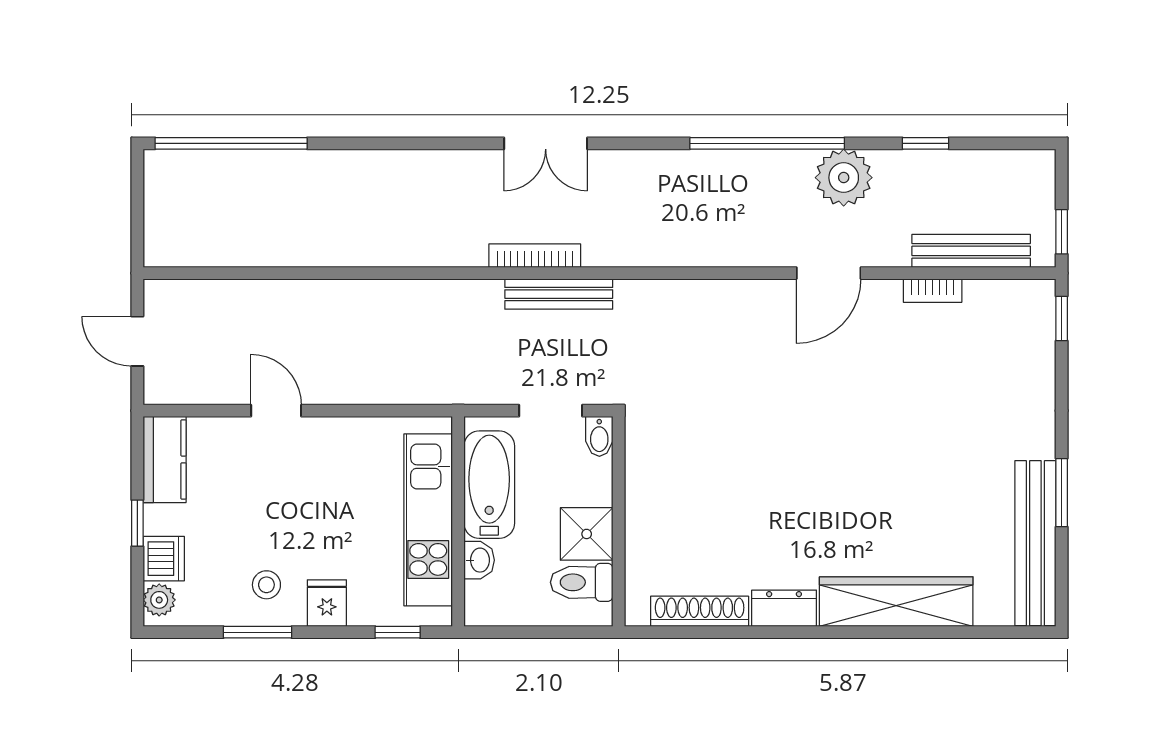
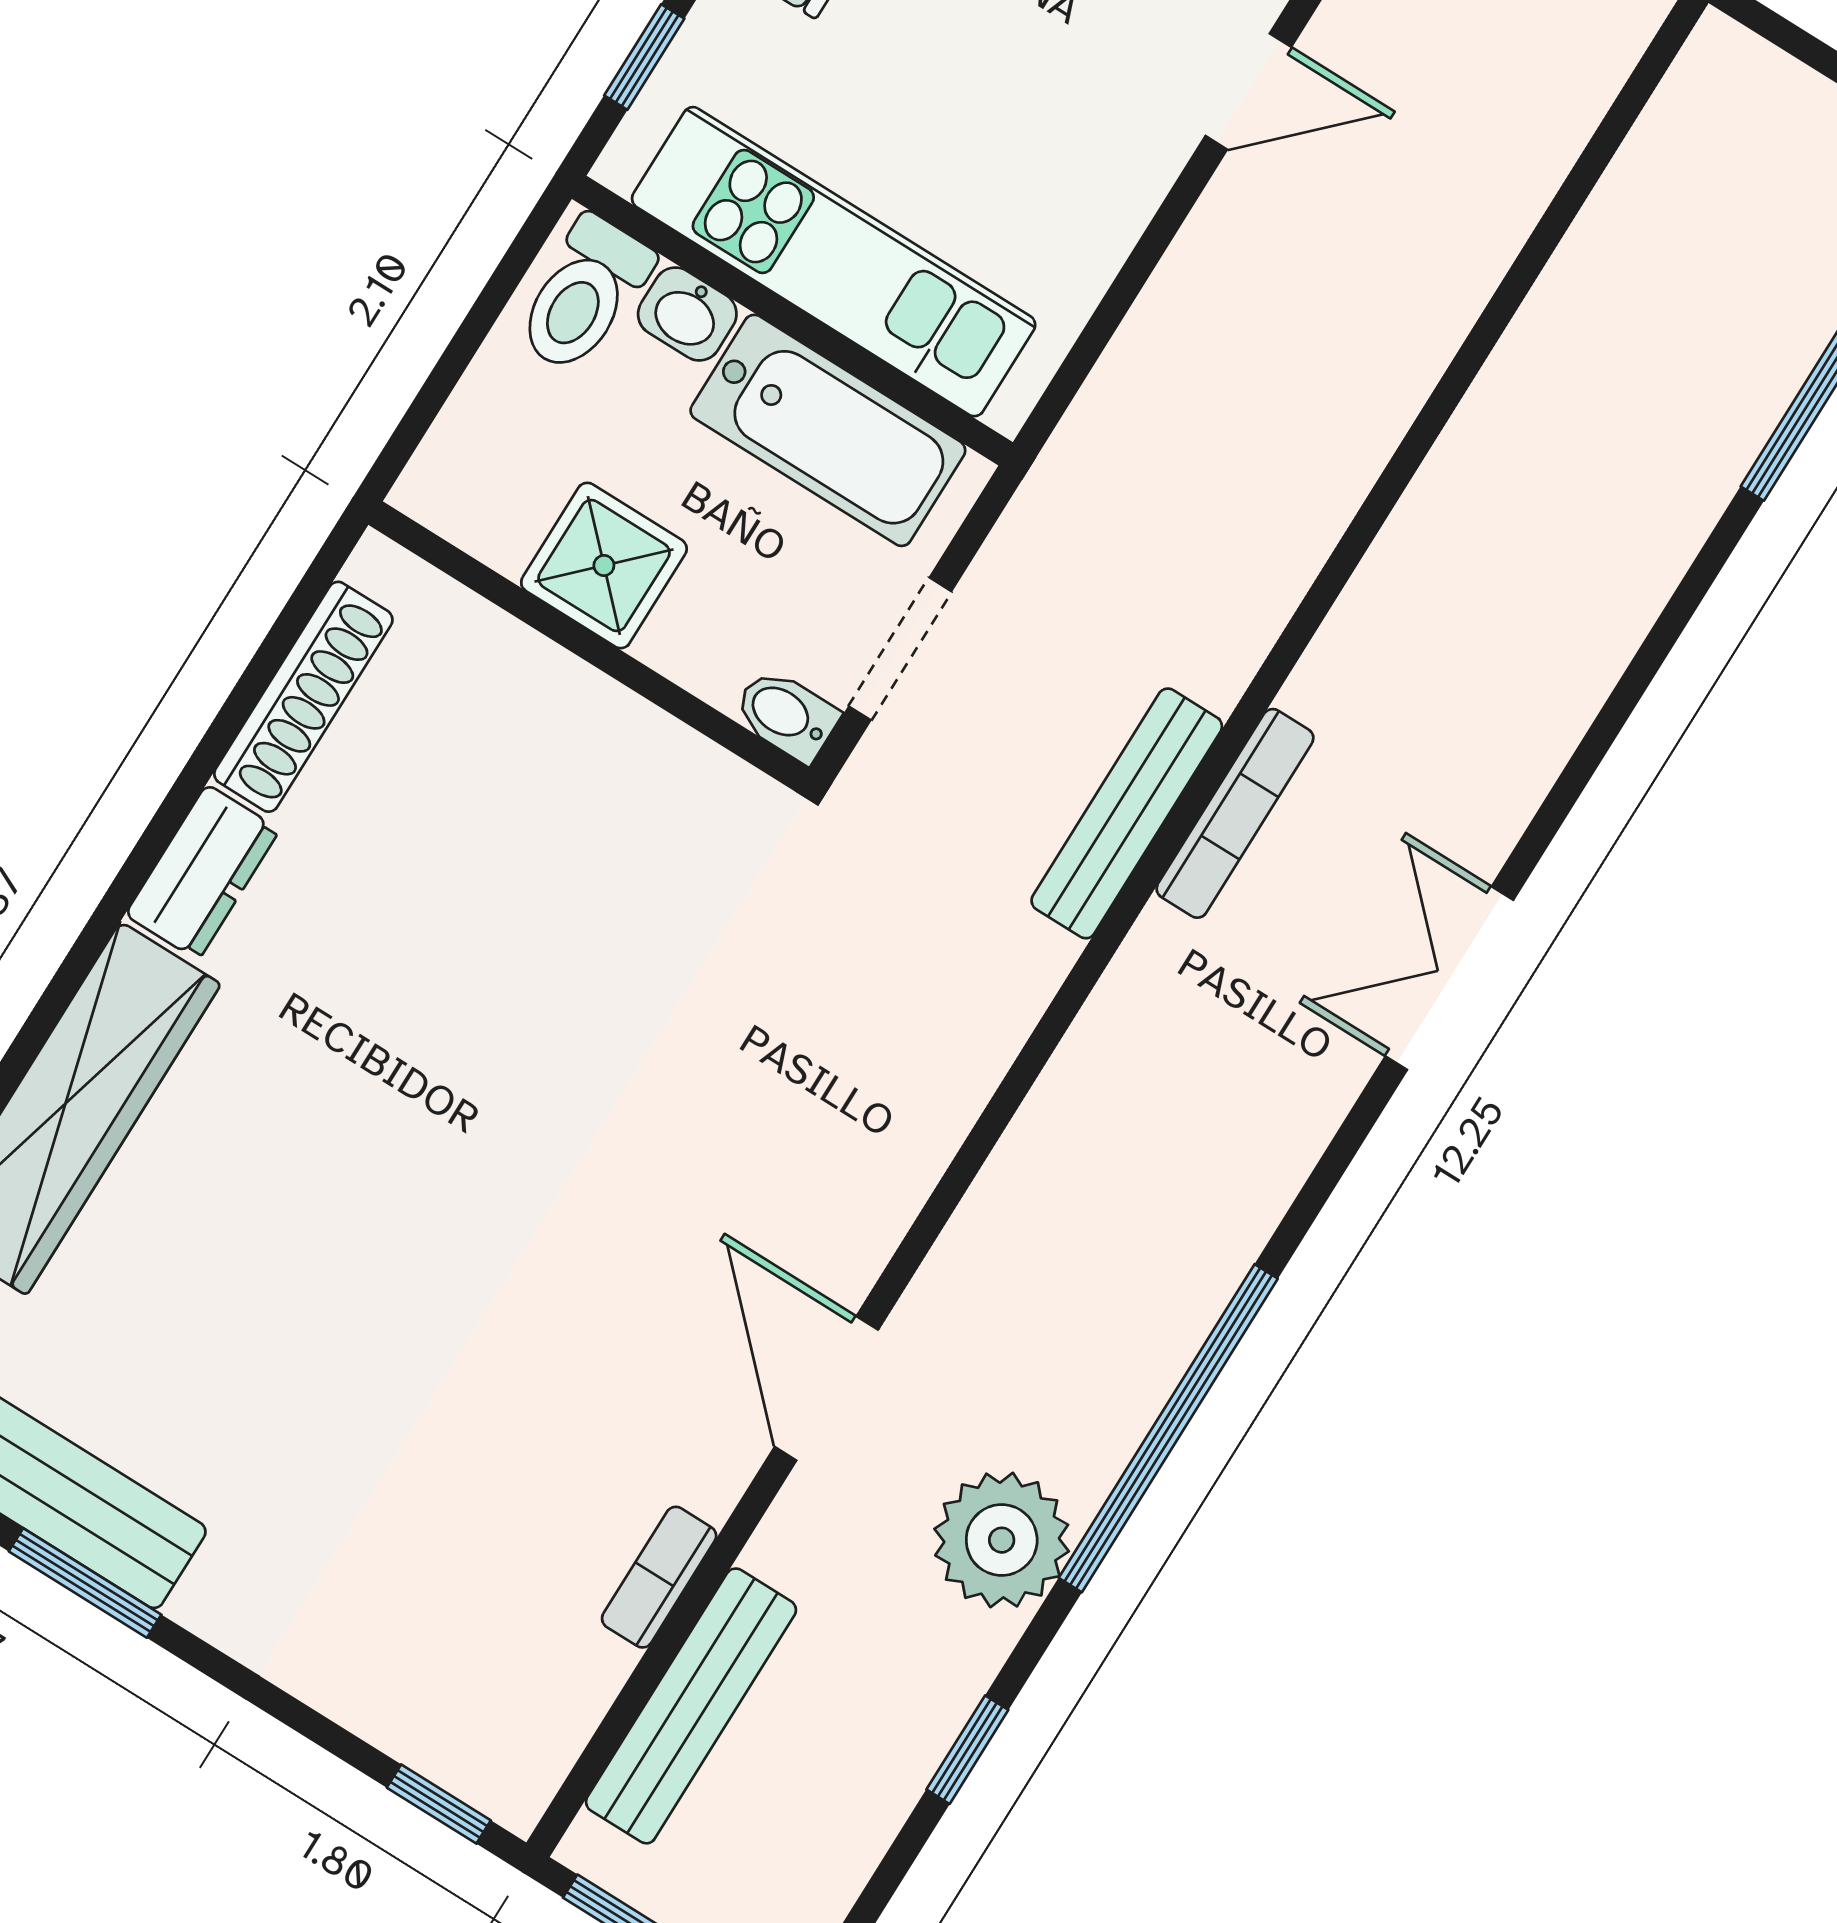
toilet: (582, 582) -> (584, 295), moved, turned 180

